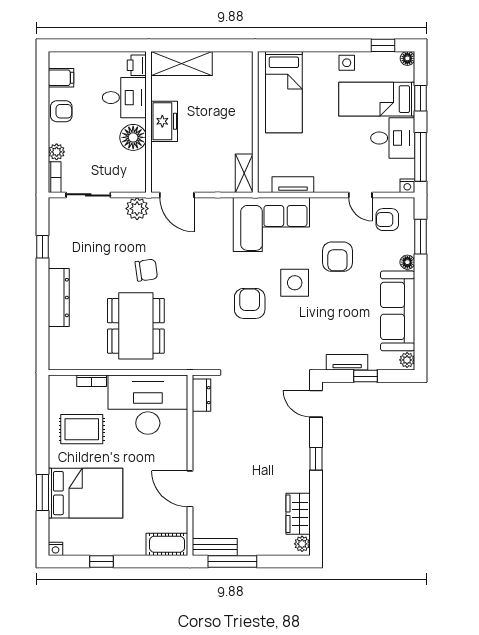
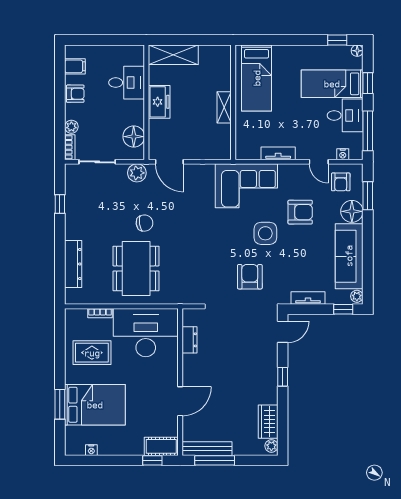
side table: (347, 63) -> (308, 54), removed
printer: (137, 65) -> (137, 56), removed
floor lamp: (133, 137) -> (134, 137), moved
shelving: (244, 173) -> (224, 107), moved
tv unit: (293, 185) -> (278, 153), moved
nightstand: (407, 186) -> (343, 154), moved
armchair: (387, 220) -> (341, 182), turned -90
armchair: (337, 257) -> (300, 212), turned -90
floor lamp: (407, 262) -> (352, 211), width x1.89, depth x1.89
dresser: (59, 298) -> (73, 264), moved
armchair: (250, 303) -> (250, 277), moved
window: (365, 376) -> (343, 309), moved
dresser: (202, 395) -> (189, 340), moved
door: (316, 404) -> (283, 332), swing flipped
door: (190, 489) -> (180, 401), swing flipped
bench: (215, 547) -> (207, 449), width x1.36
nightstand: (56, 549) -> (91, 450), moved
window: (101, 561) -> (152, 460), moved

